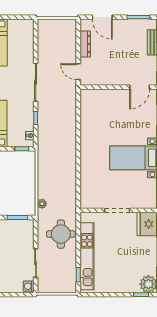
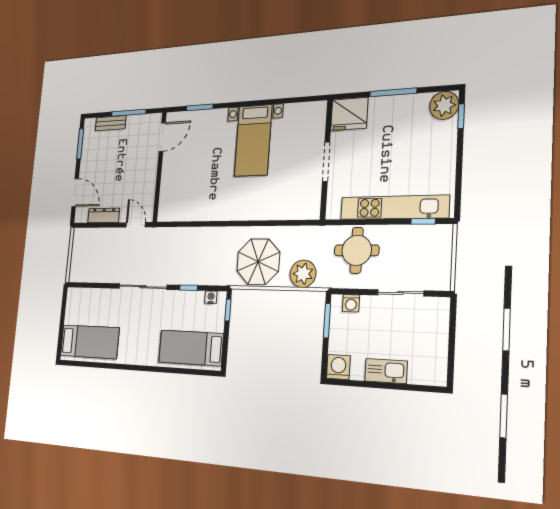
door: (102, 17) -> (75, 193), hinge flipped
door: (78, 72) -> (136, 225), swing flipped
door: (140, 87) -> (162, 137), hinge flipped
parasol: (53, 168) -> (258, 262), added
plant: (42, 204) -> (303, 274), width x1.88, depth x1.88
washing machine: (29, 286) -> (351, 303), moved

